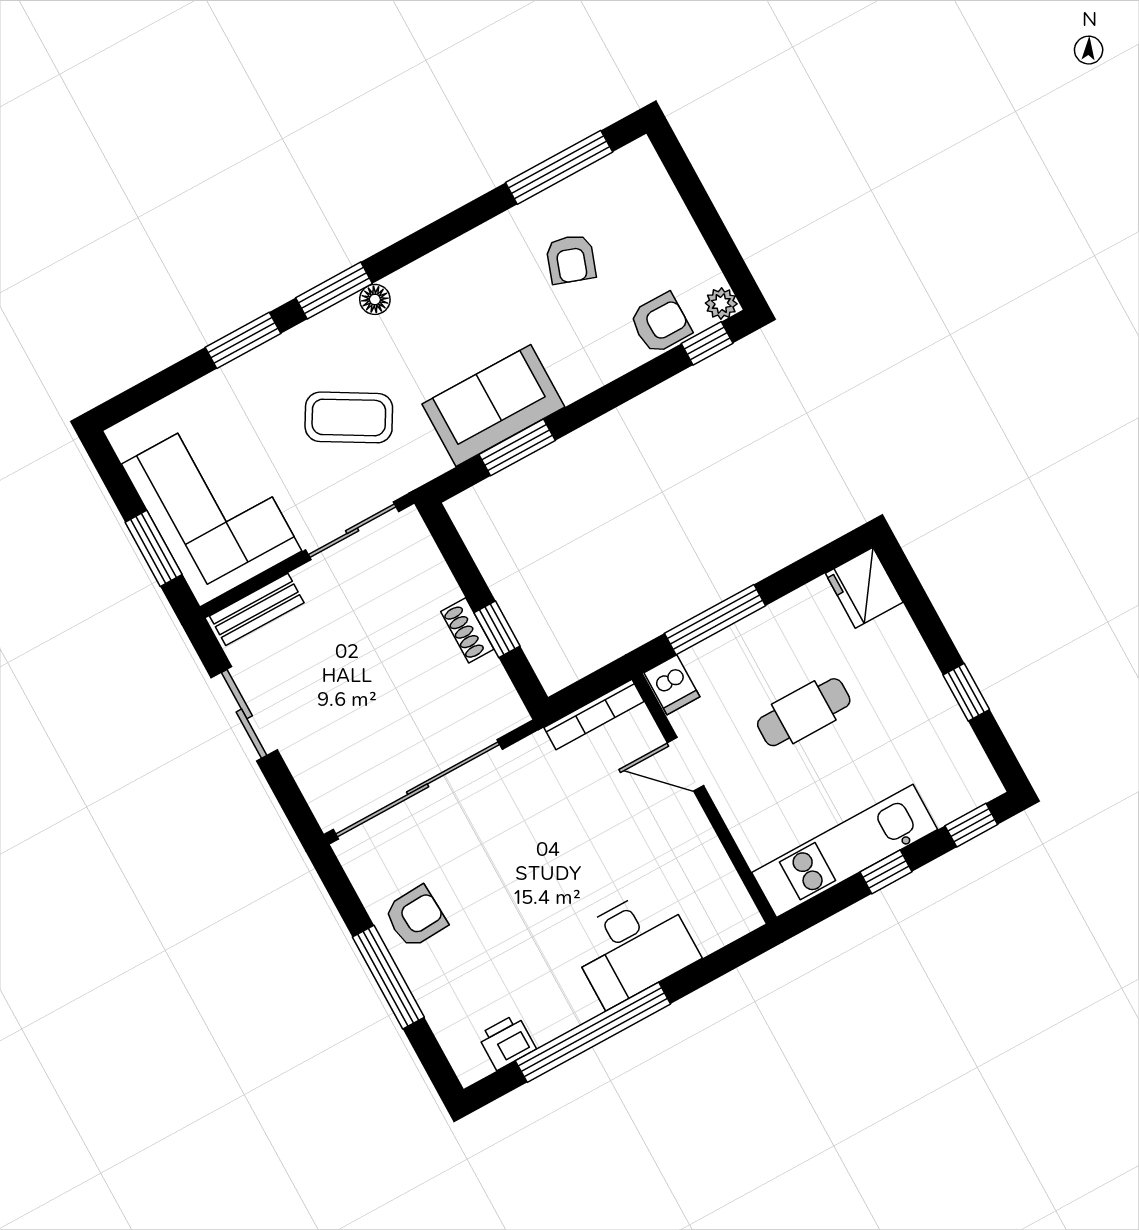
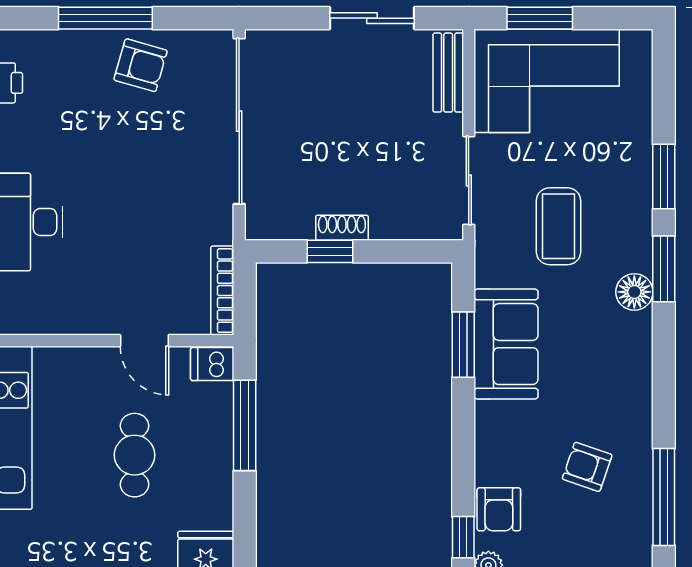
floor lamp: (375, 299) -> (634, 292), width x1.37, depth x1.37
coffee table: (349, 417) -> (558, 226), turned -30
door: (685, 764) -> (144, 341), swing flipped
armchair: (416, 917) -> (141, 65), turned -71

